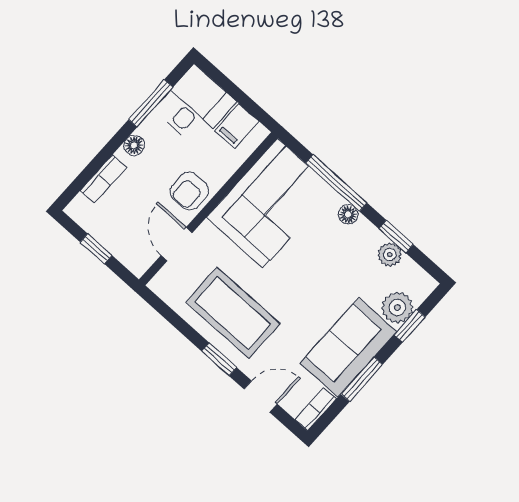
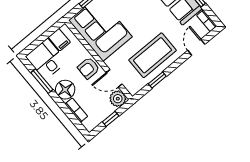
floor lamp: (134, 145) -> (65, 90), width x1.89, depth x1.89
armchair: (189, 191) -> (88, 68), turned 90
plant: (138, 257) -> (118, 99), added
window: (219, 359) -> (157, 80), moved

